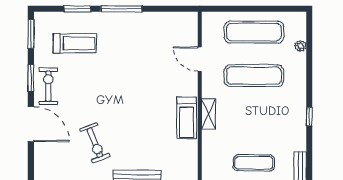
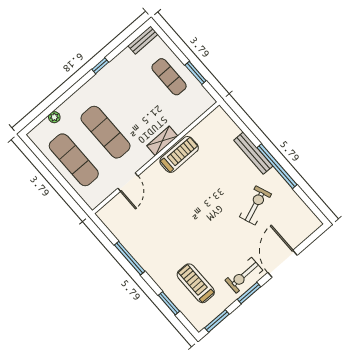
window: (121, 9) -> (130, 258), moved

